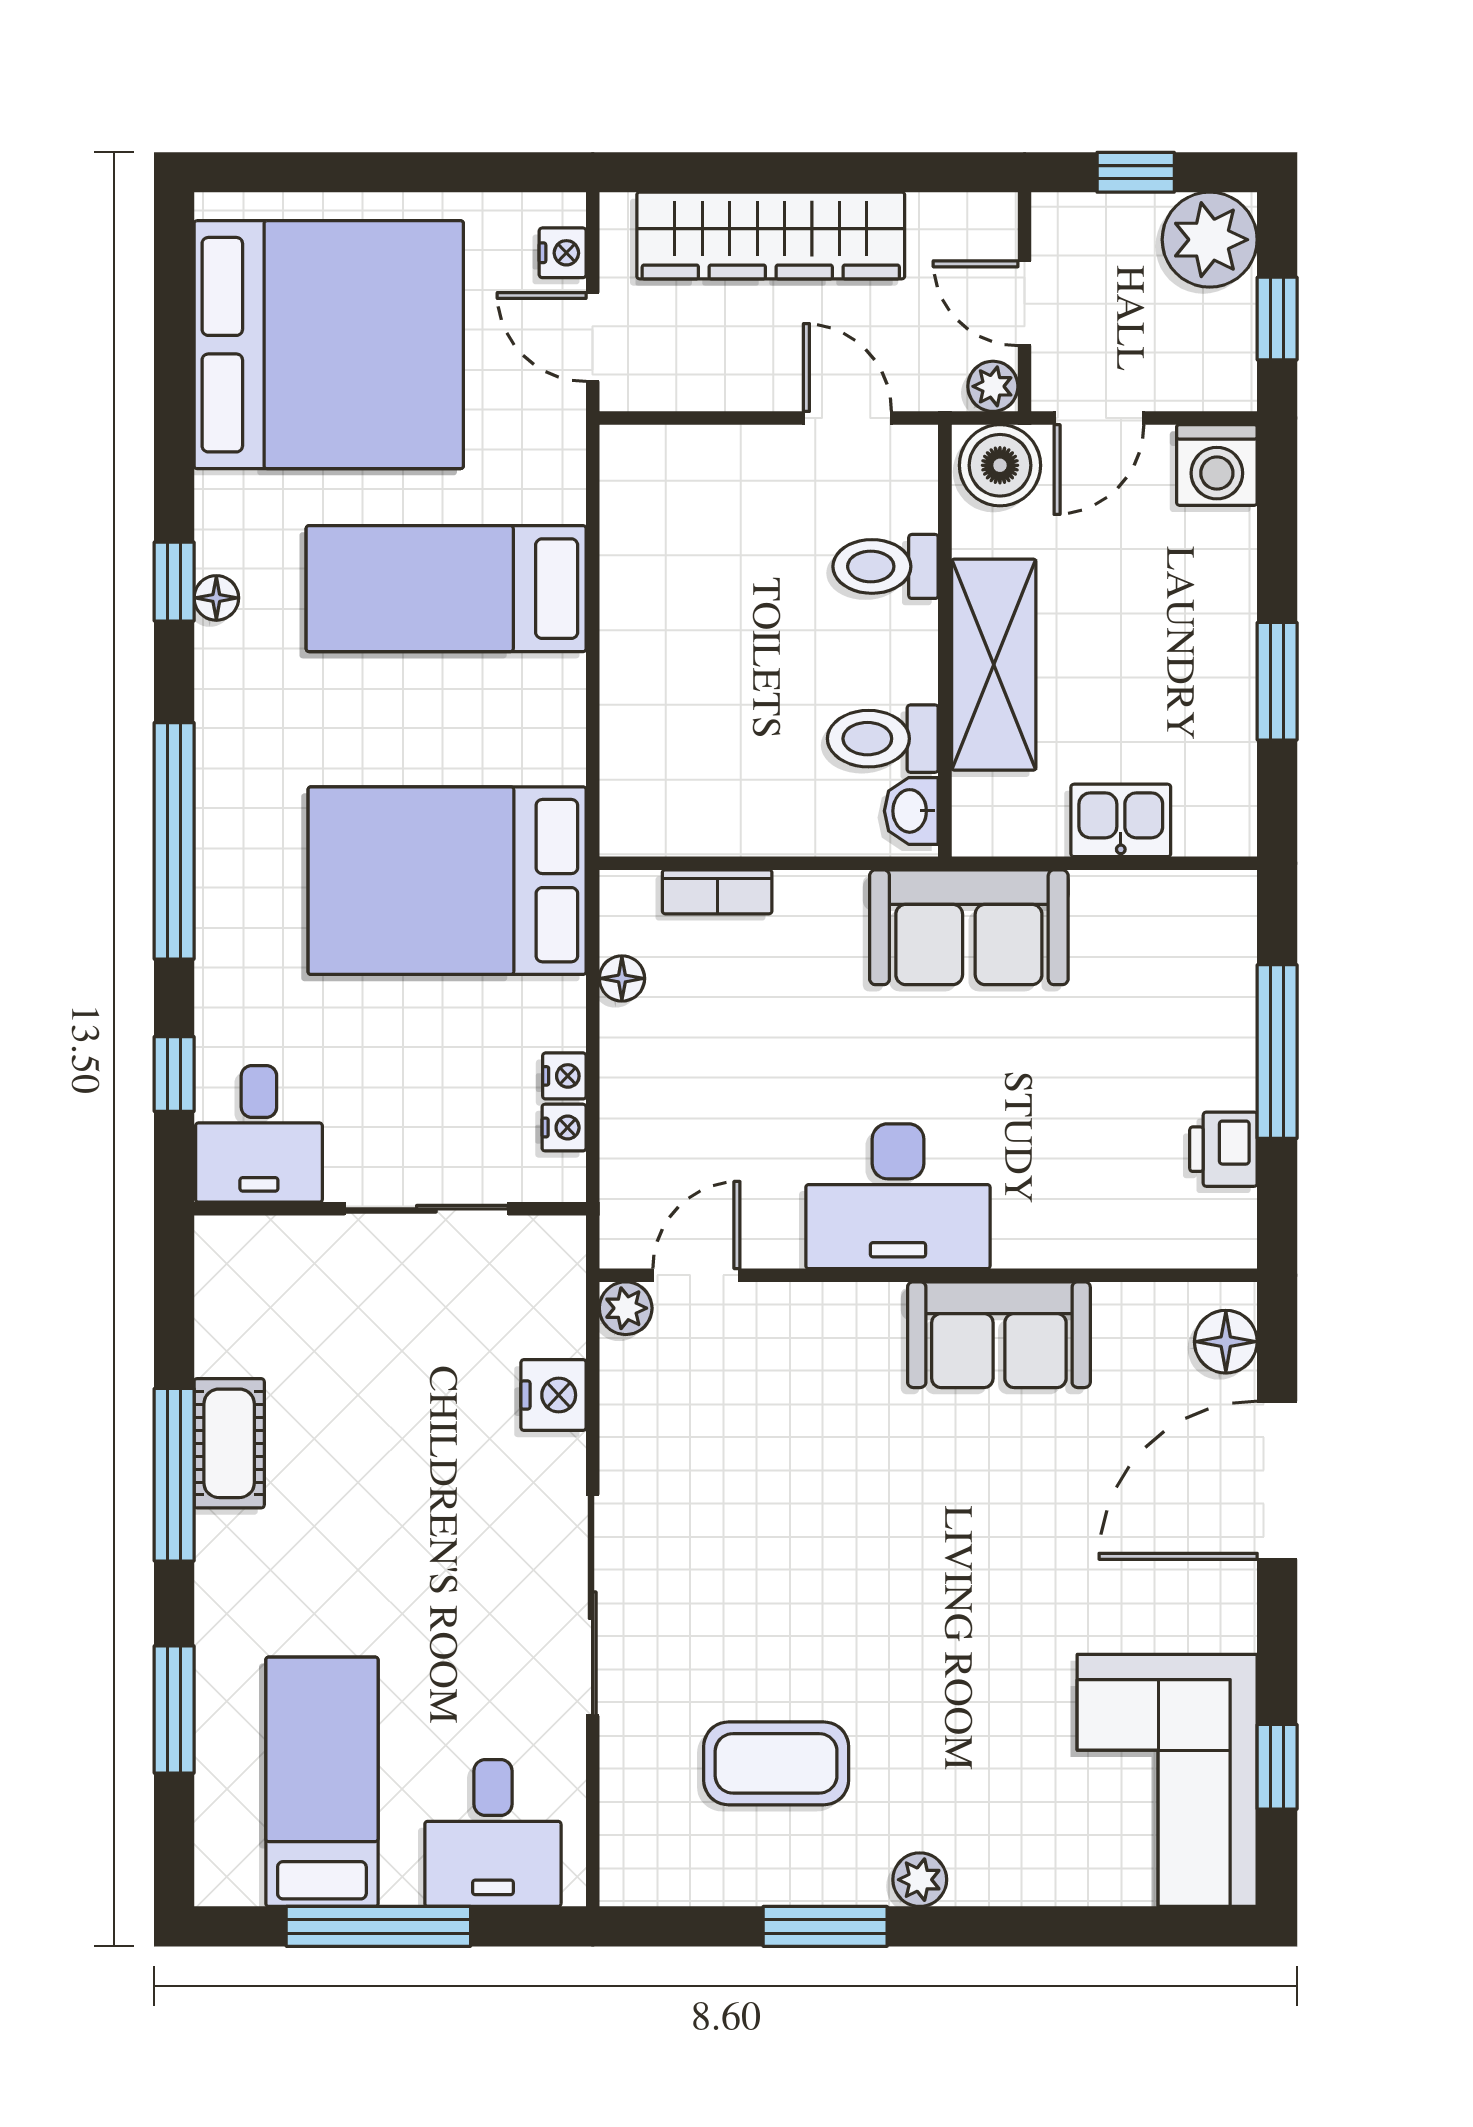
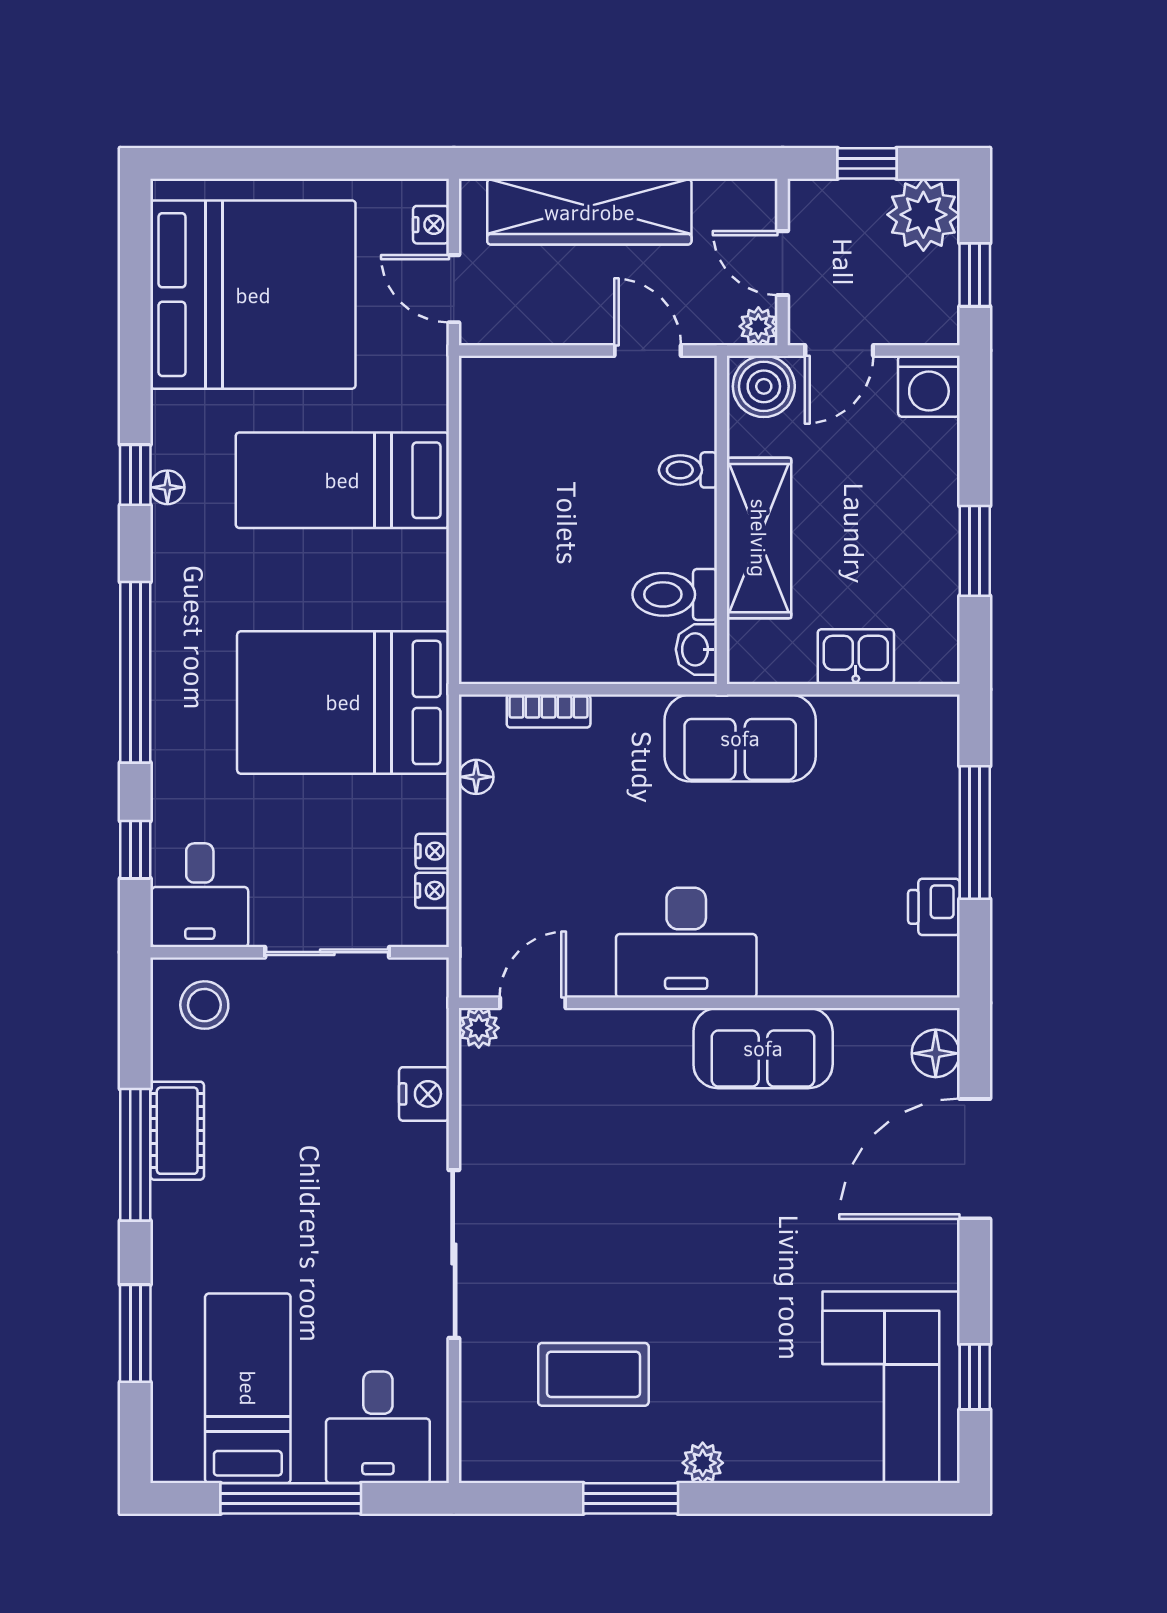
toilet: (886, 566) -> (688, 470), width x0.73, depth x0.72
stool: (265, 1278) -> (204, 1005), added

